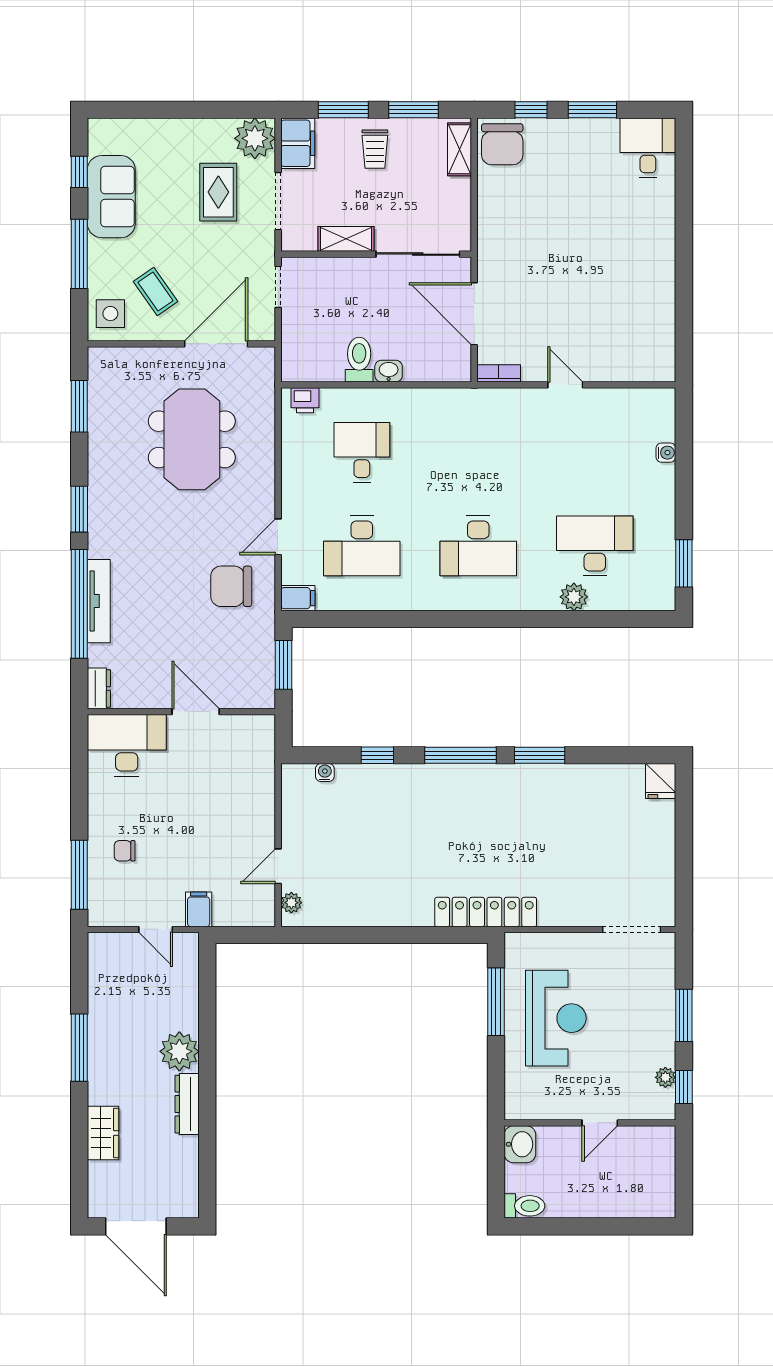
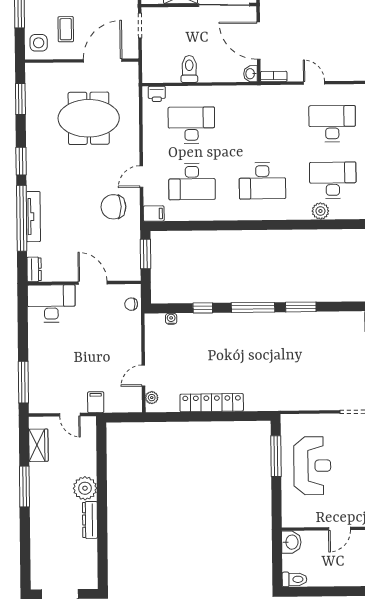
coffee table: (155, 292) -> (66, 29), turned 35
washbasin: (389, 371) -> (251, 74), moved, turned -90
meeting table: (192, 439) -> (89, 118), turned 90
desk: (362, 452) -> (191, 125), width x1.37
desk: (595, 452) -> (332, 124), added
chair: (125, 851) -> (131, 304), moved
locker: (486, 912) -> (212, 403), moved
wardrobe: (103, 1133) -> (38, 445), moved

